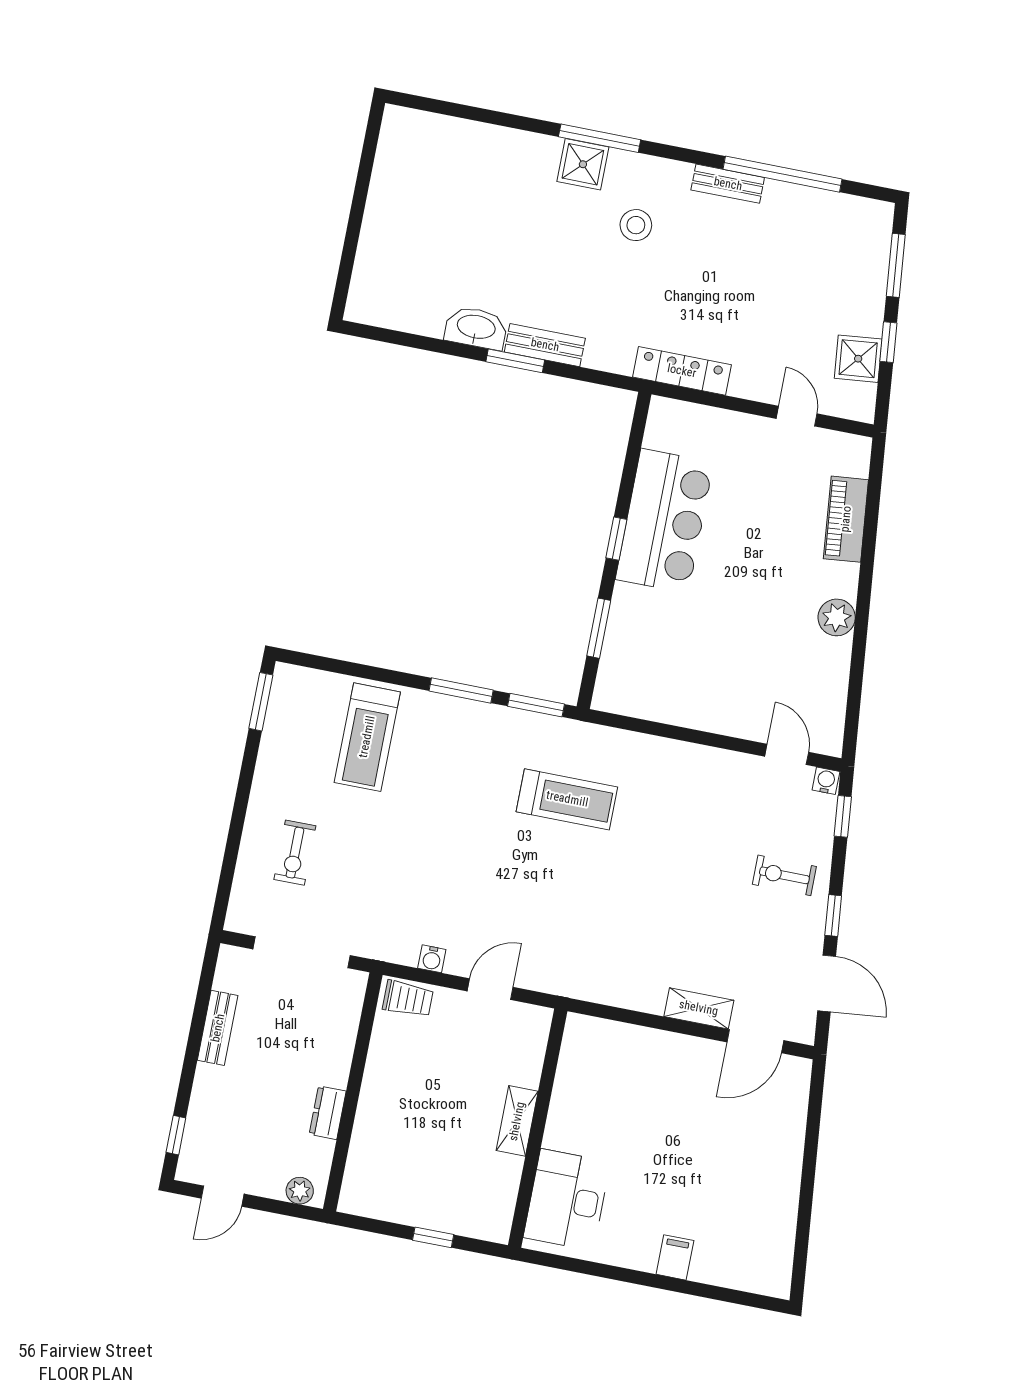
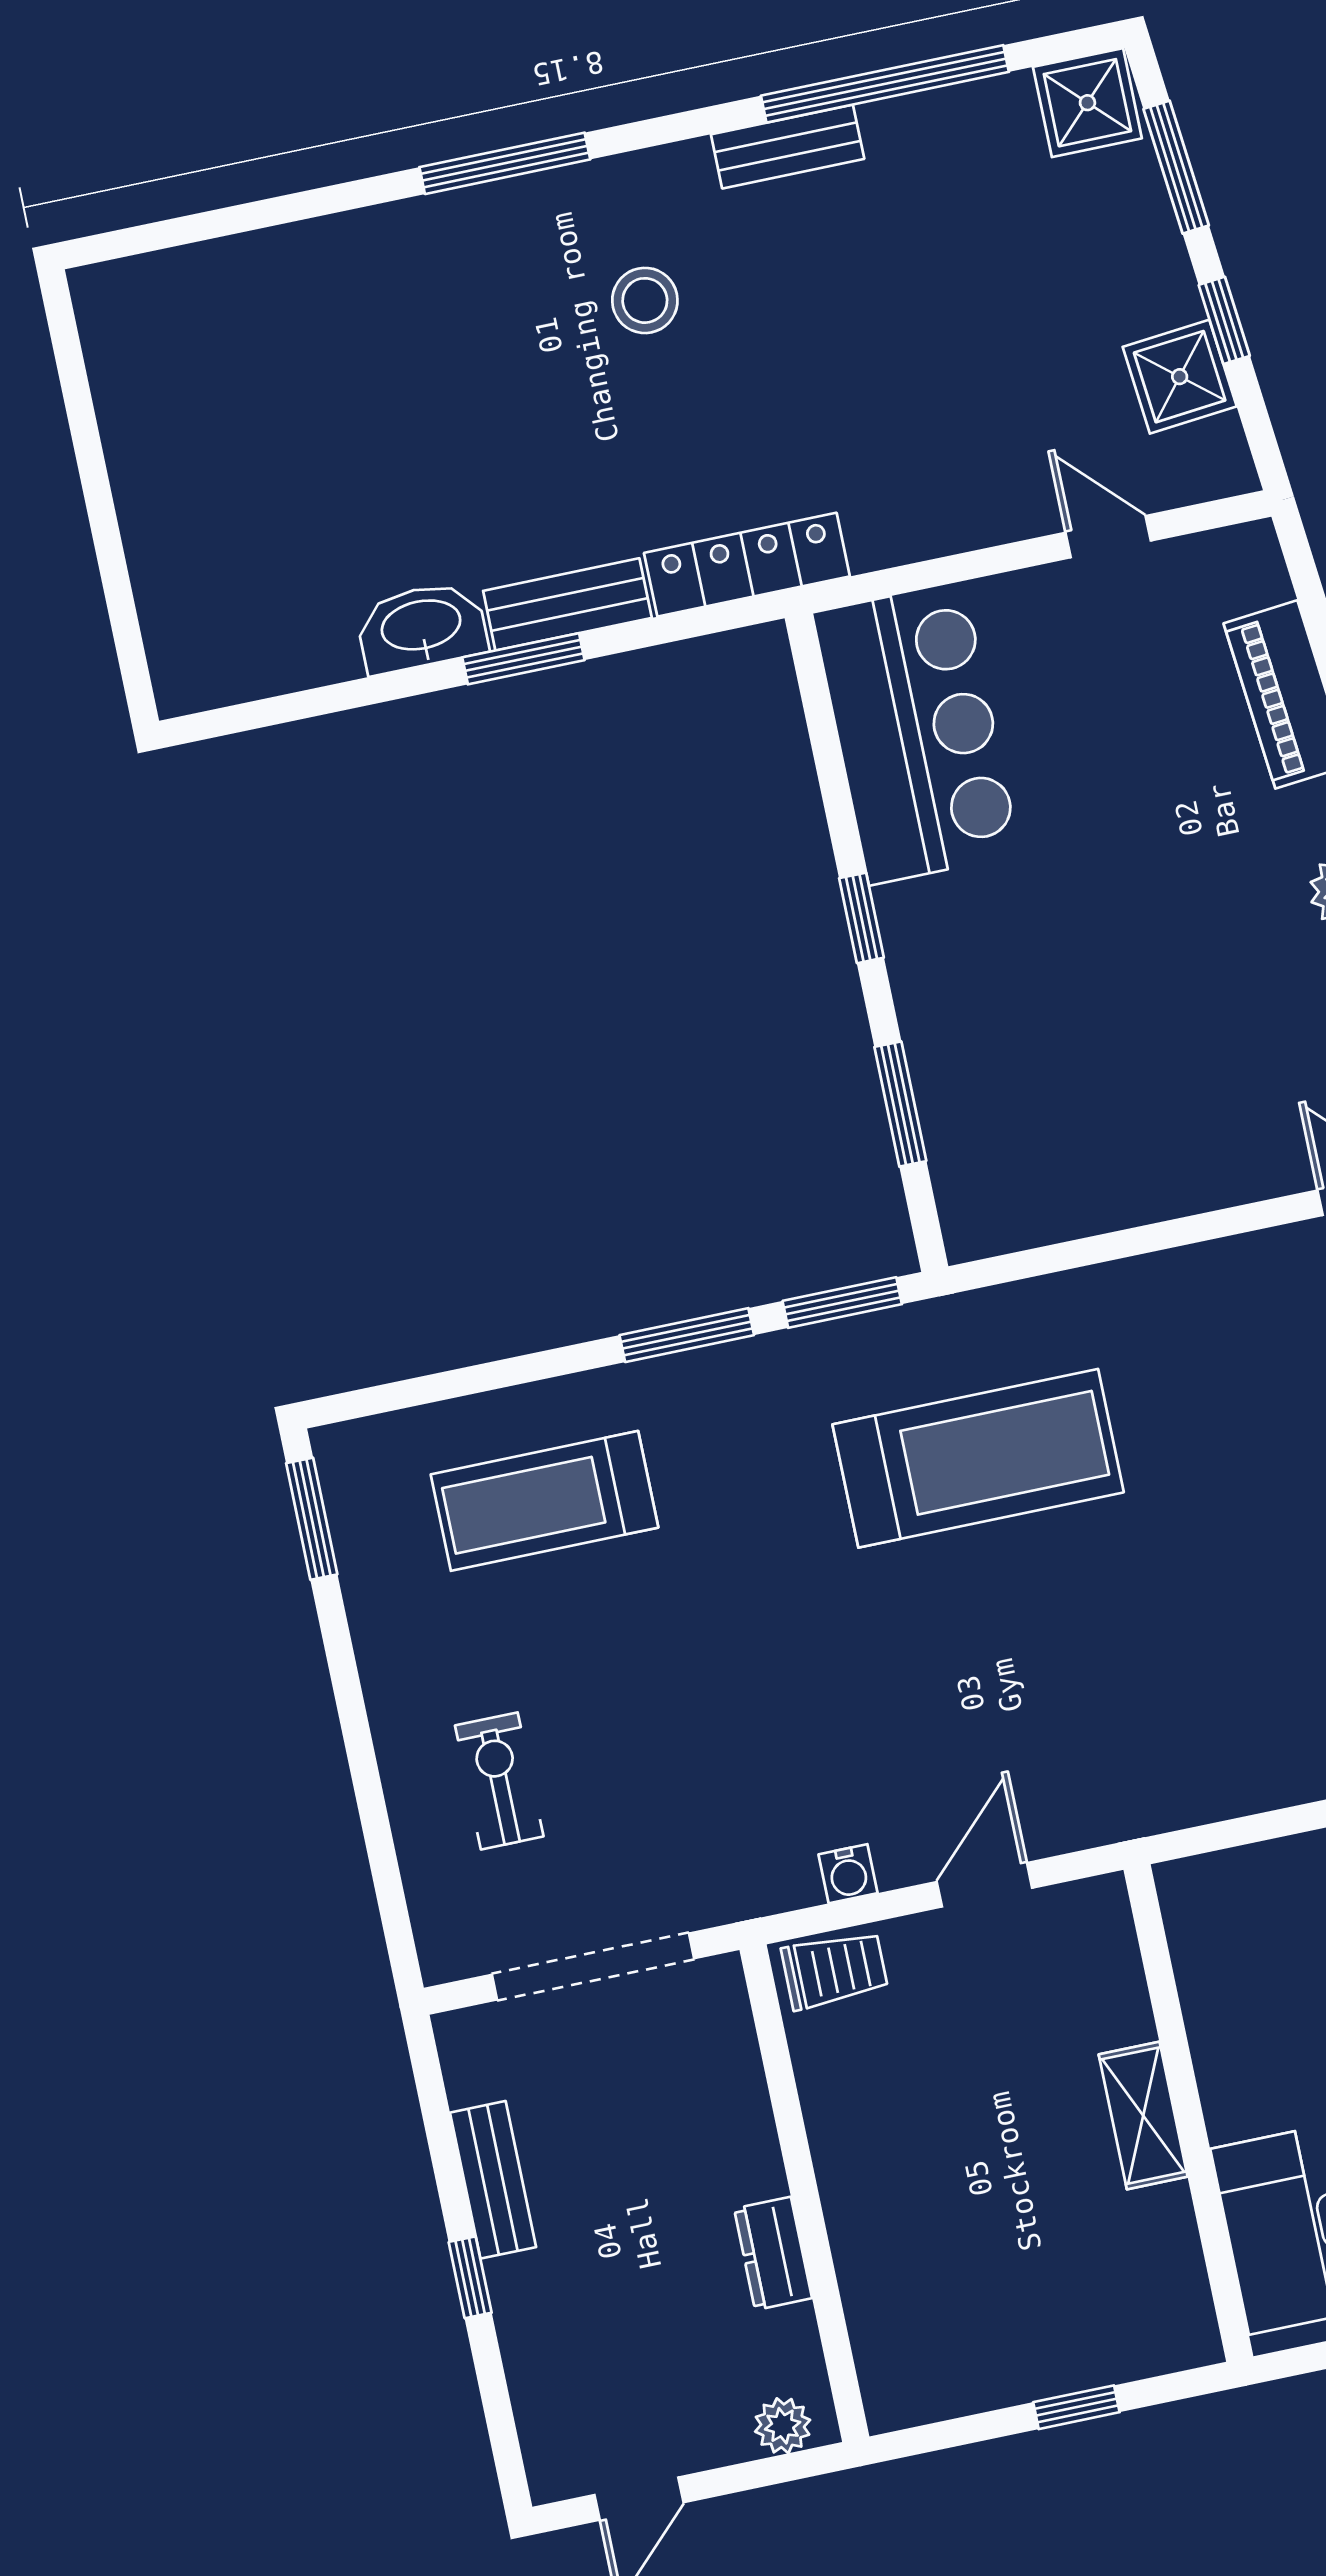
shower: (583, 164) -> (1087, 103), moved
locker: (682, 371) -> (747, 565), moved
bar counter: (664, 521) -> (916, 733), moved
treadmill: (367, 737) -> (545, 1501), turned 90
treadmill: (567, 799) -> (978, 1458), width x1.37, depth x1.38
exercise bike: (295, 853) -> (499, 1781), turned 180
window: (176, 1135) -> (470, 2277), moved

